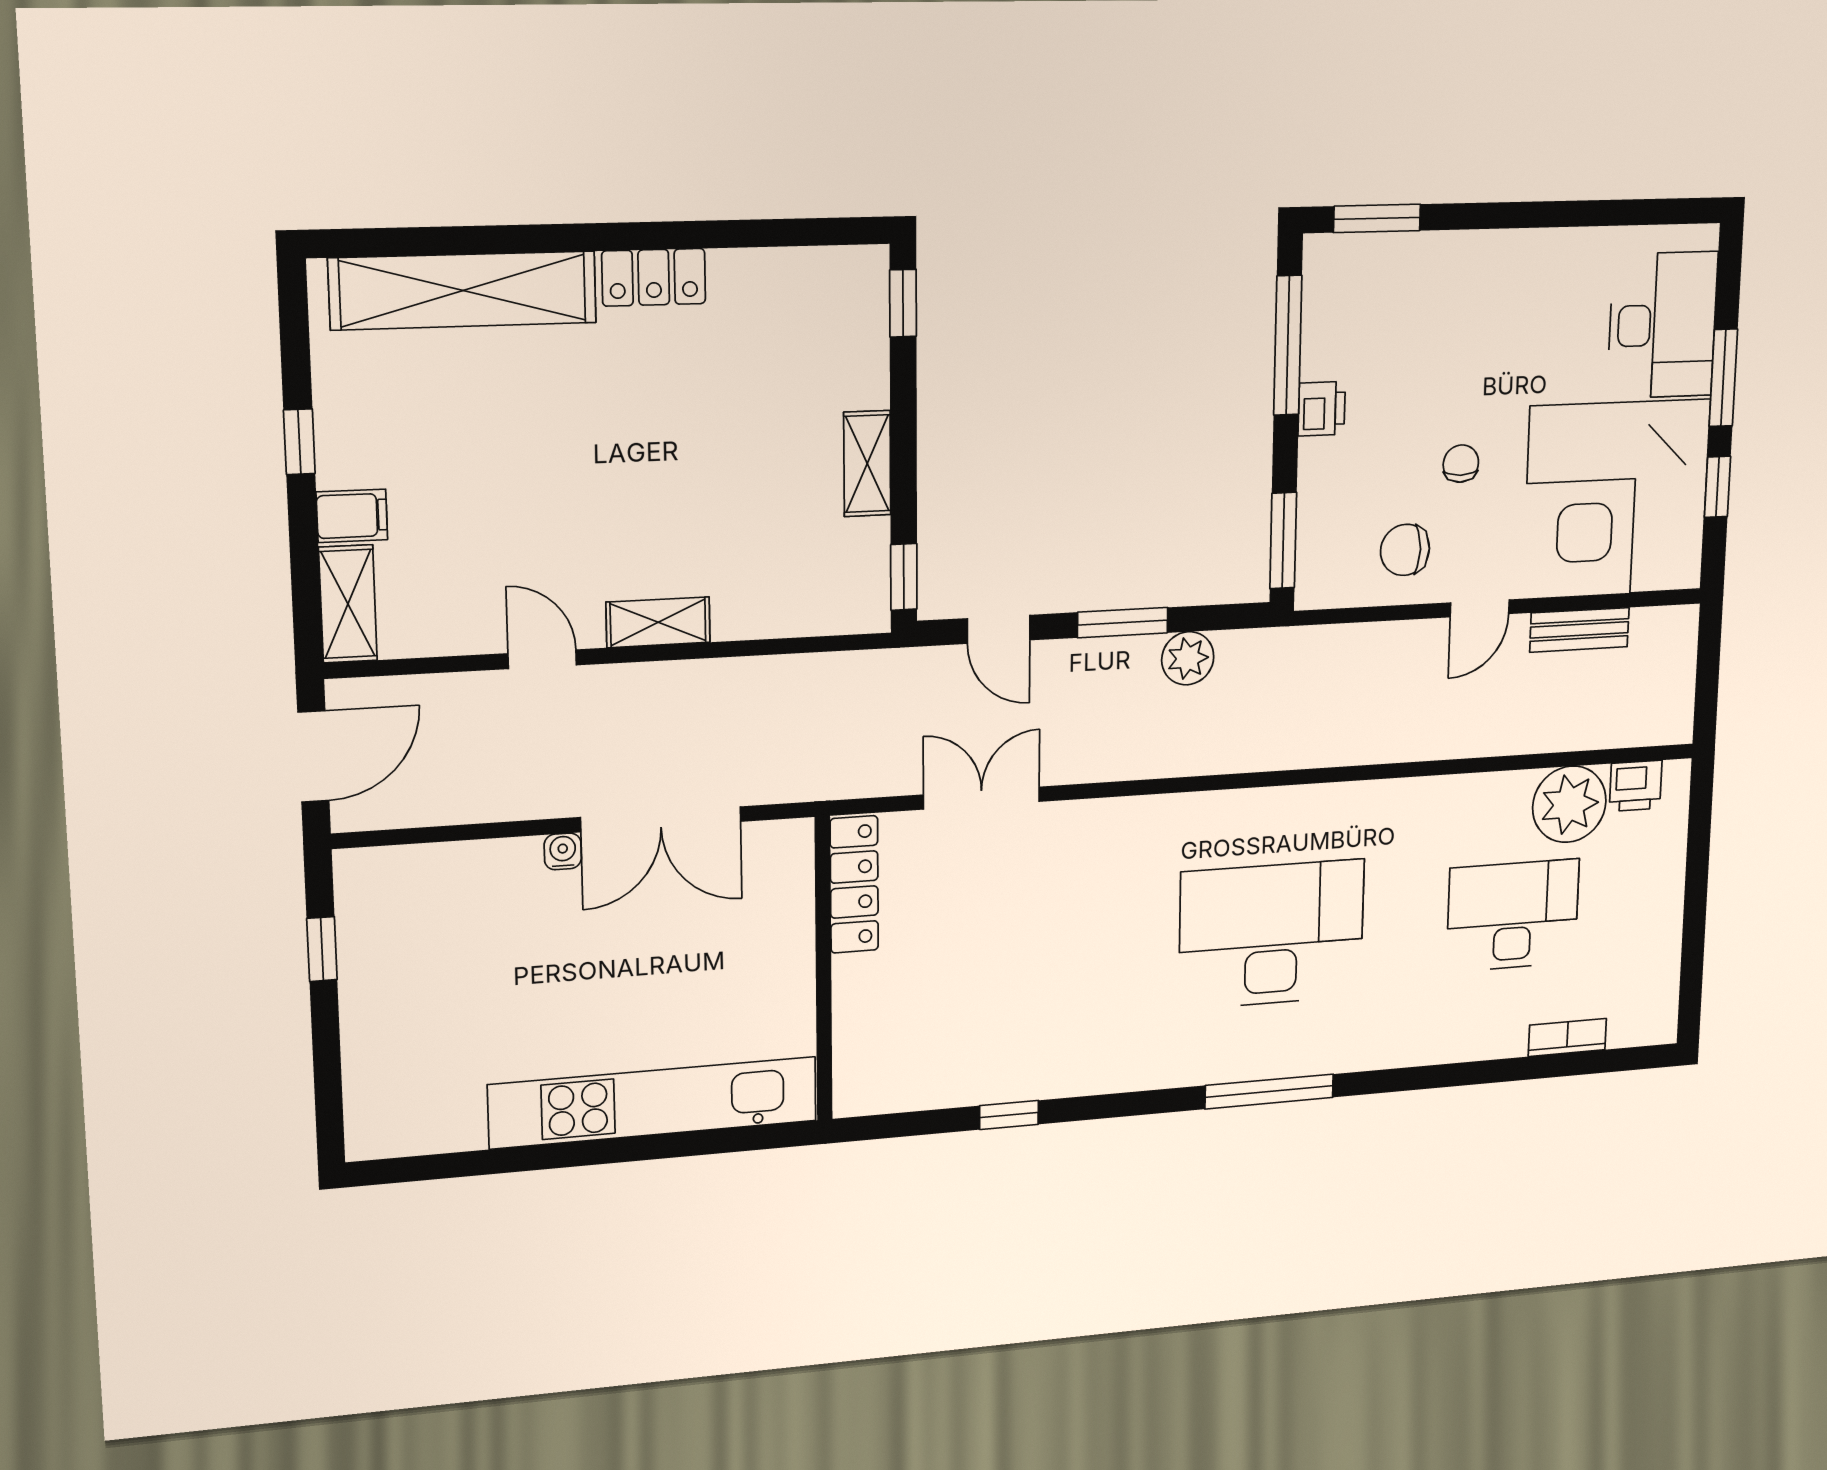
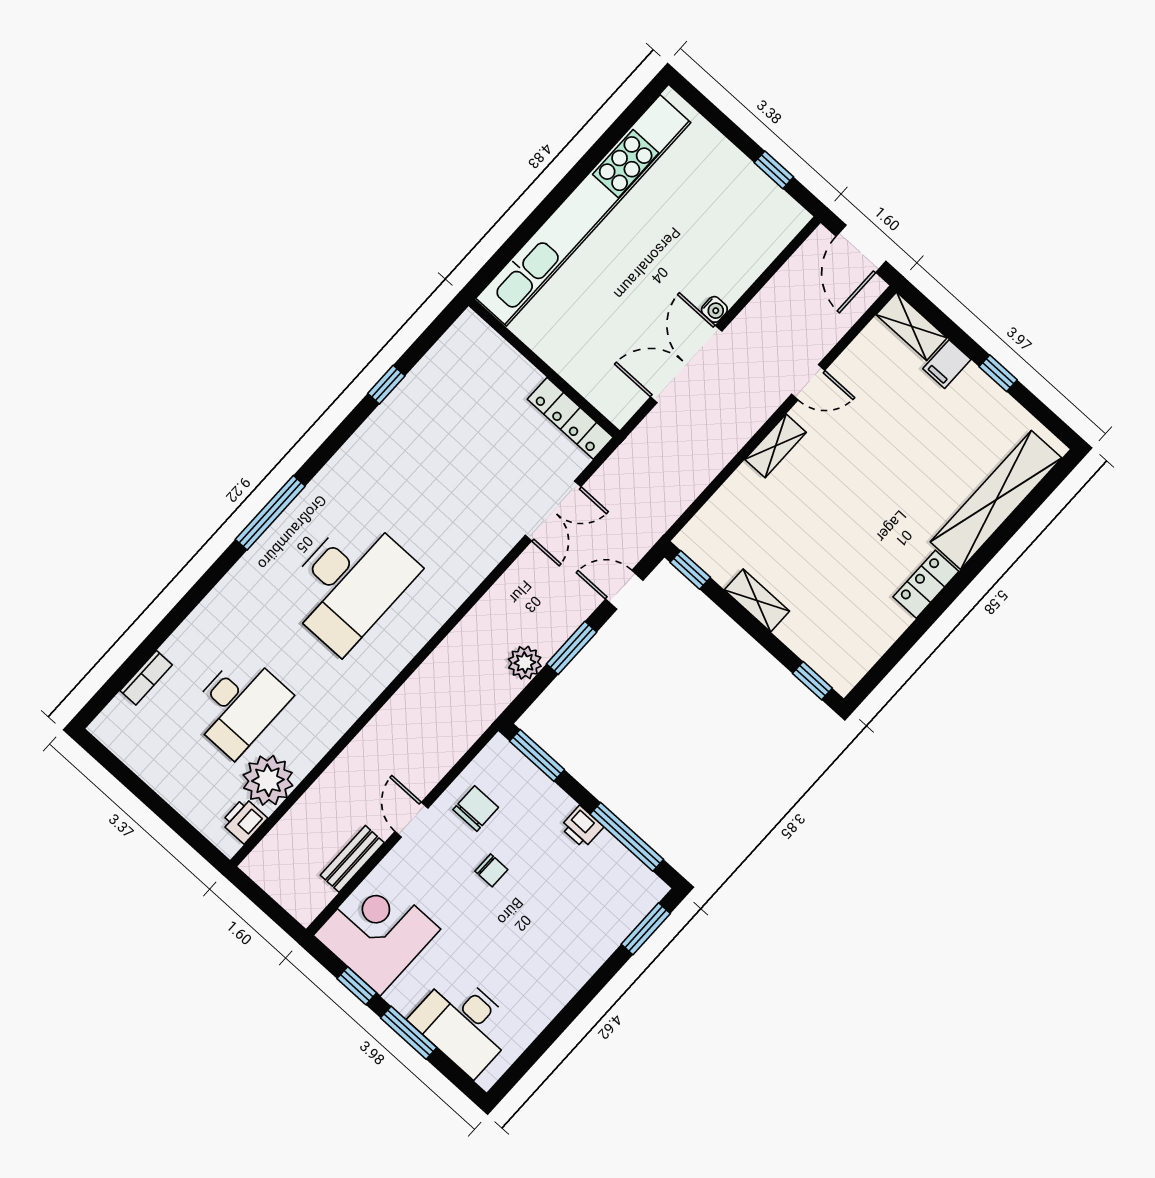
corner desk: (1616, 499) -> (377, 932), width x0.74, depth x0.74
kitchen unit: (654, 1103) -> (583, 210), width x1.36

